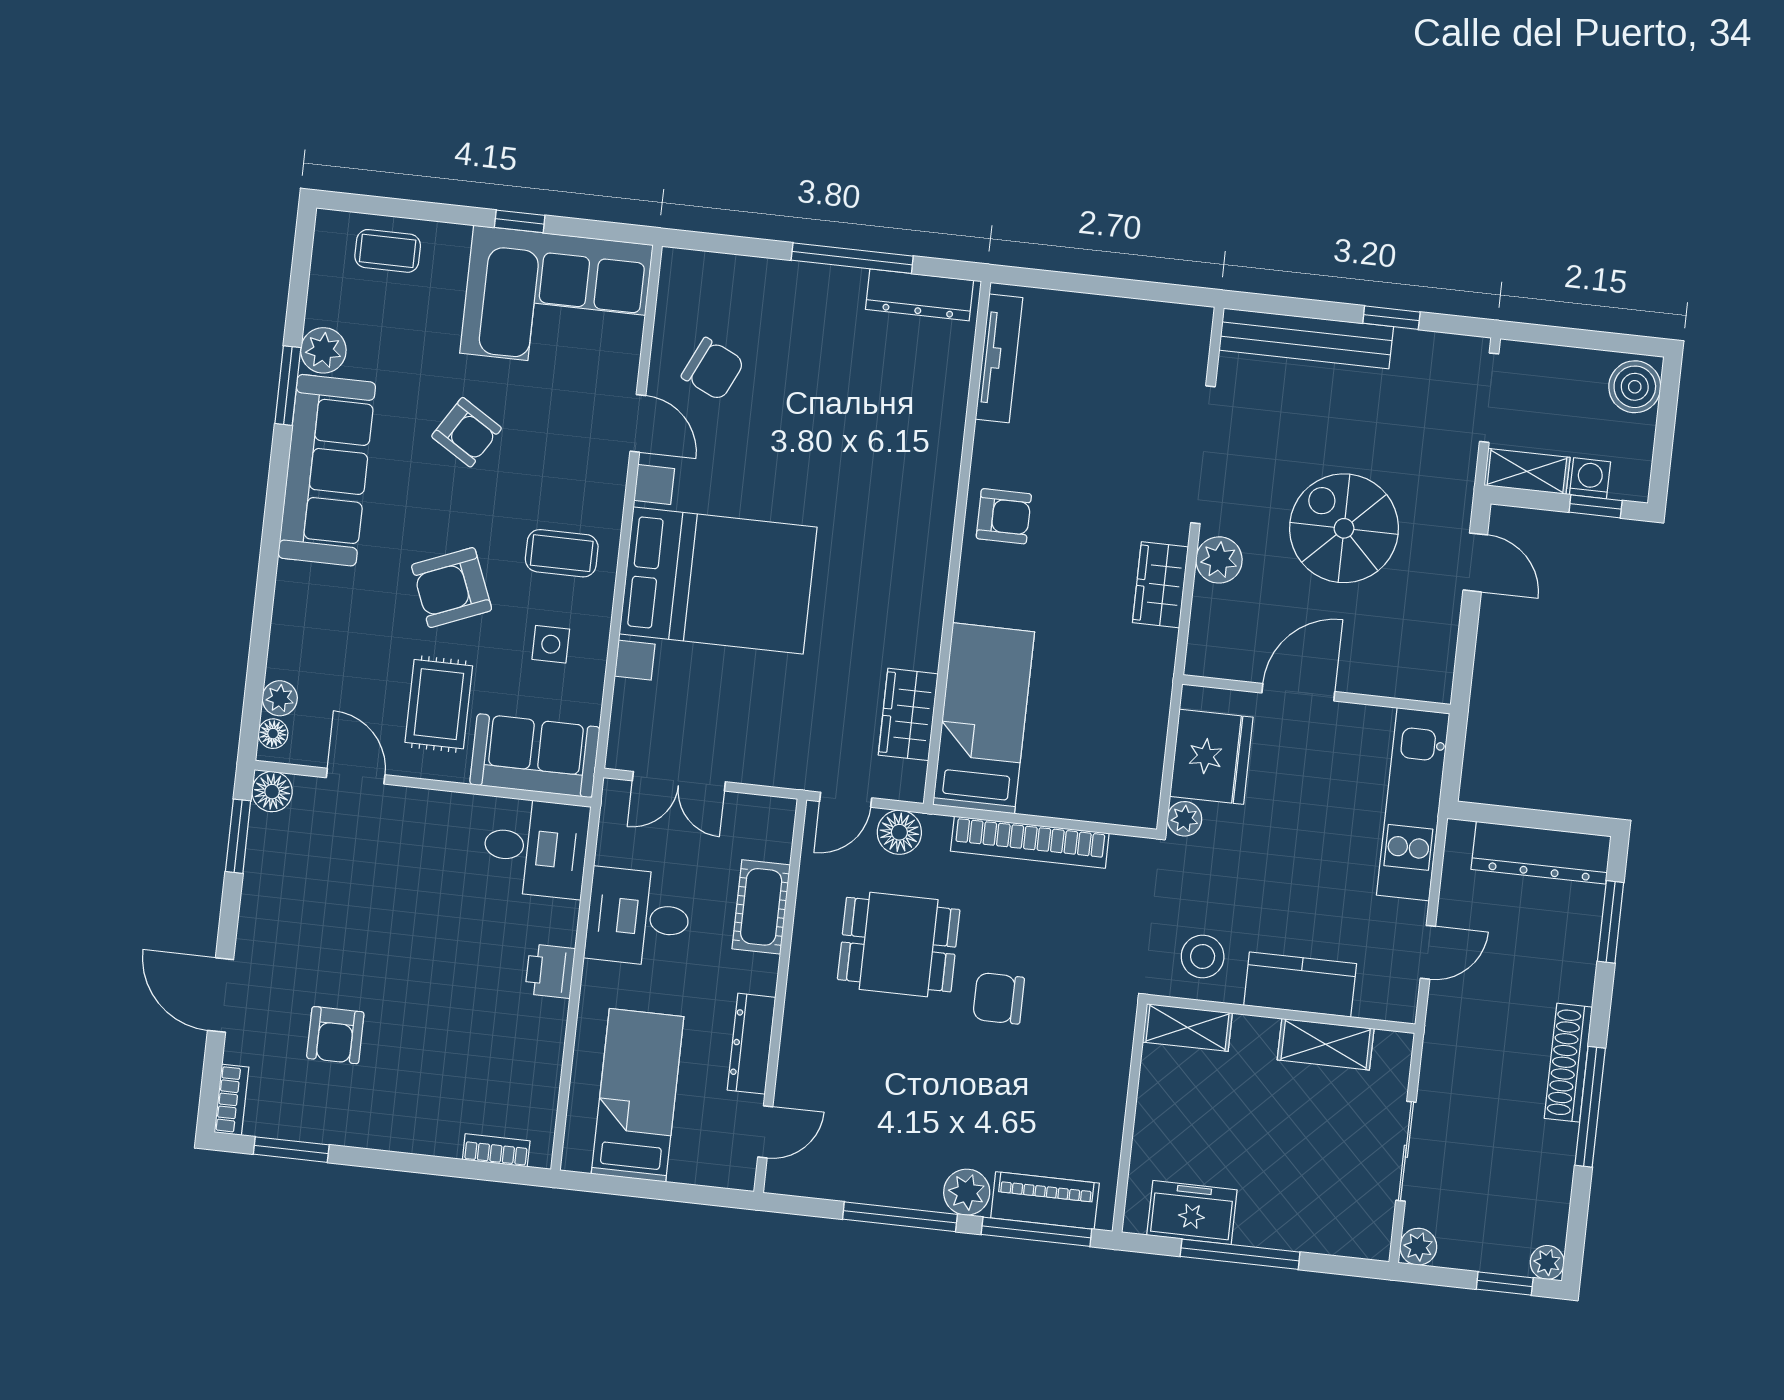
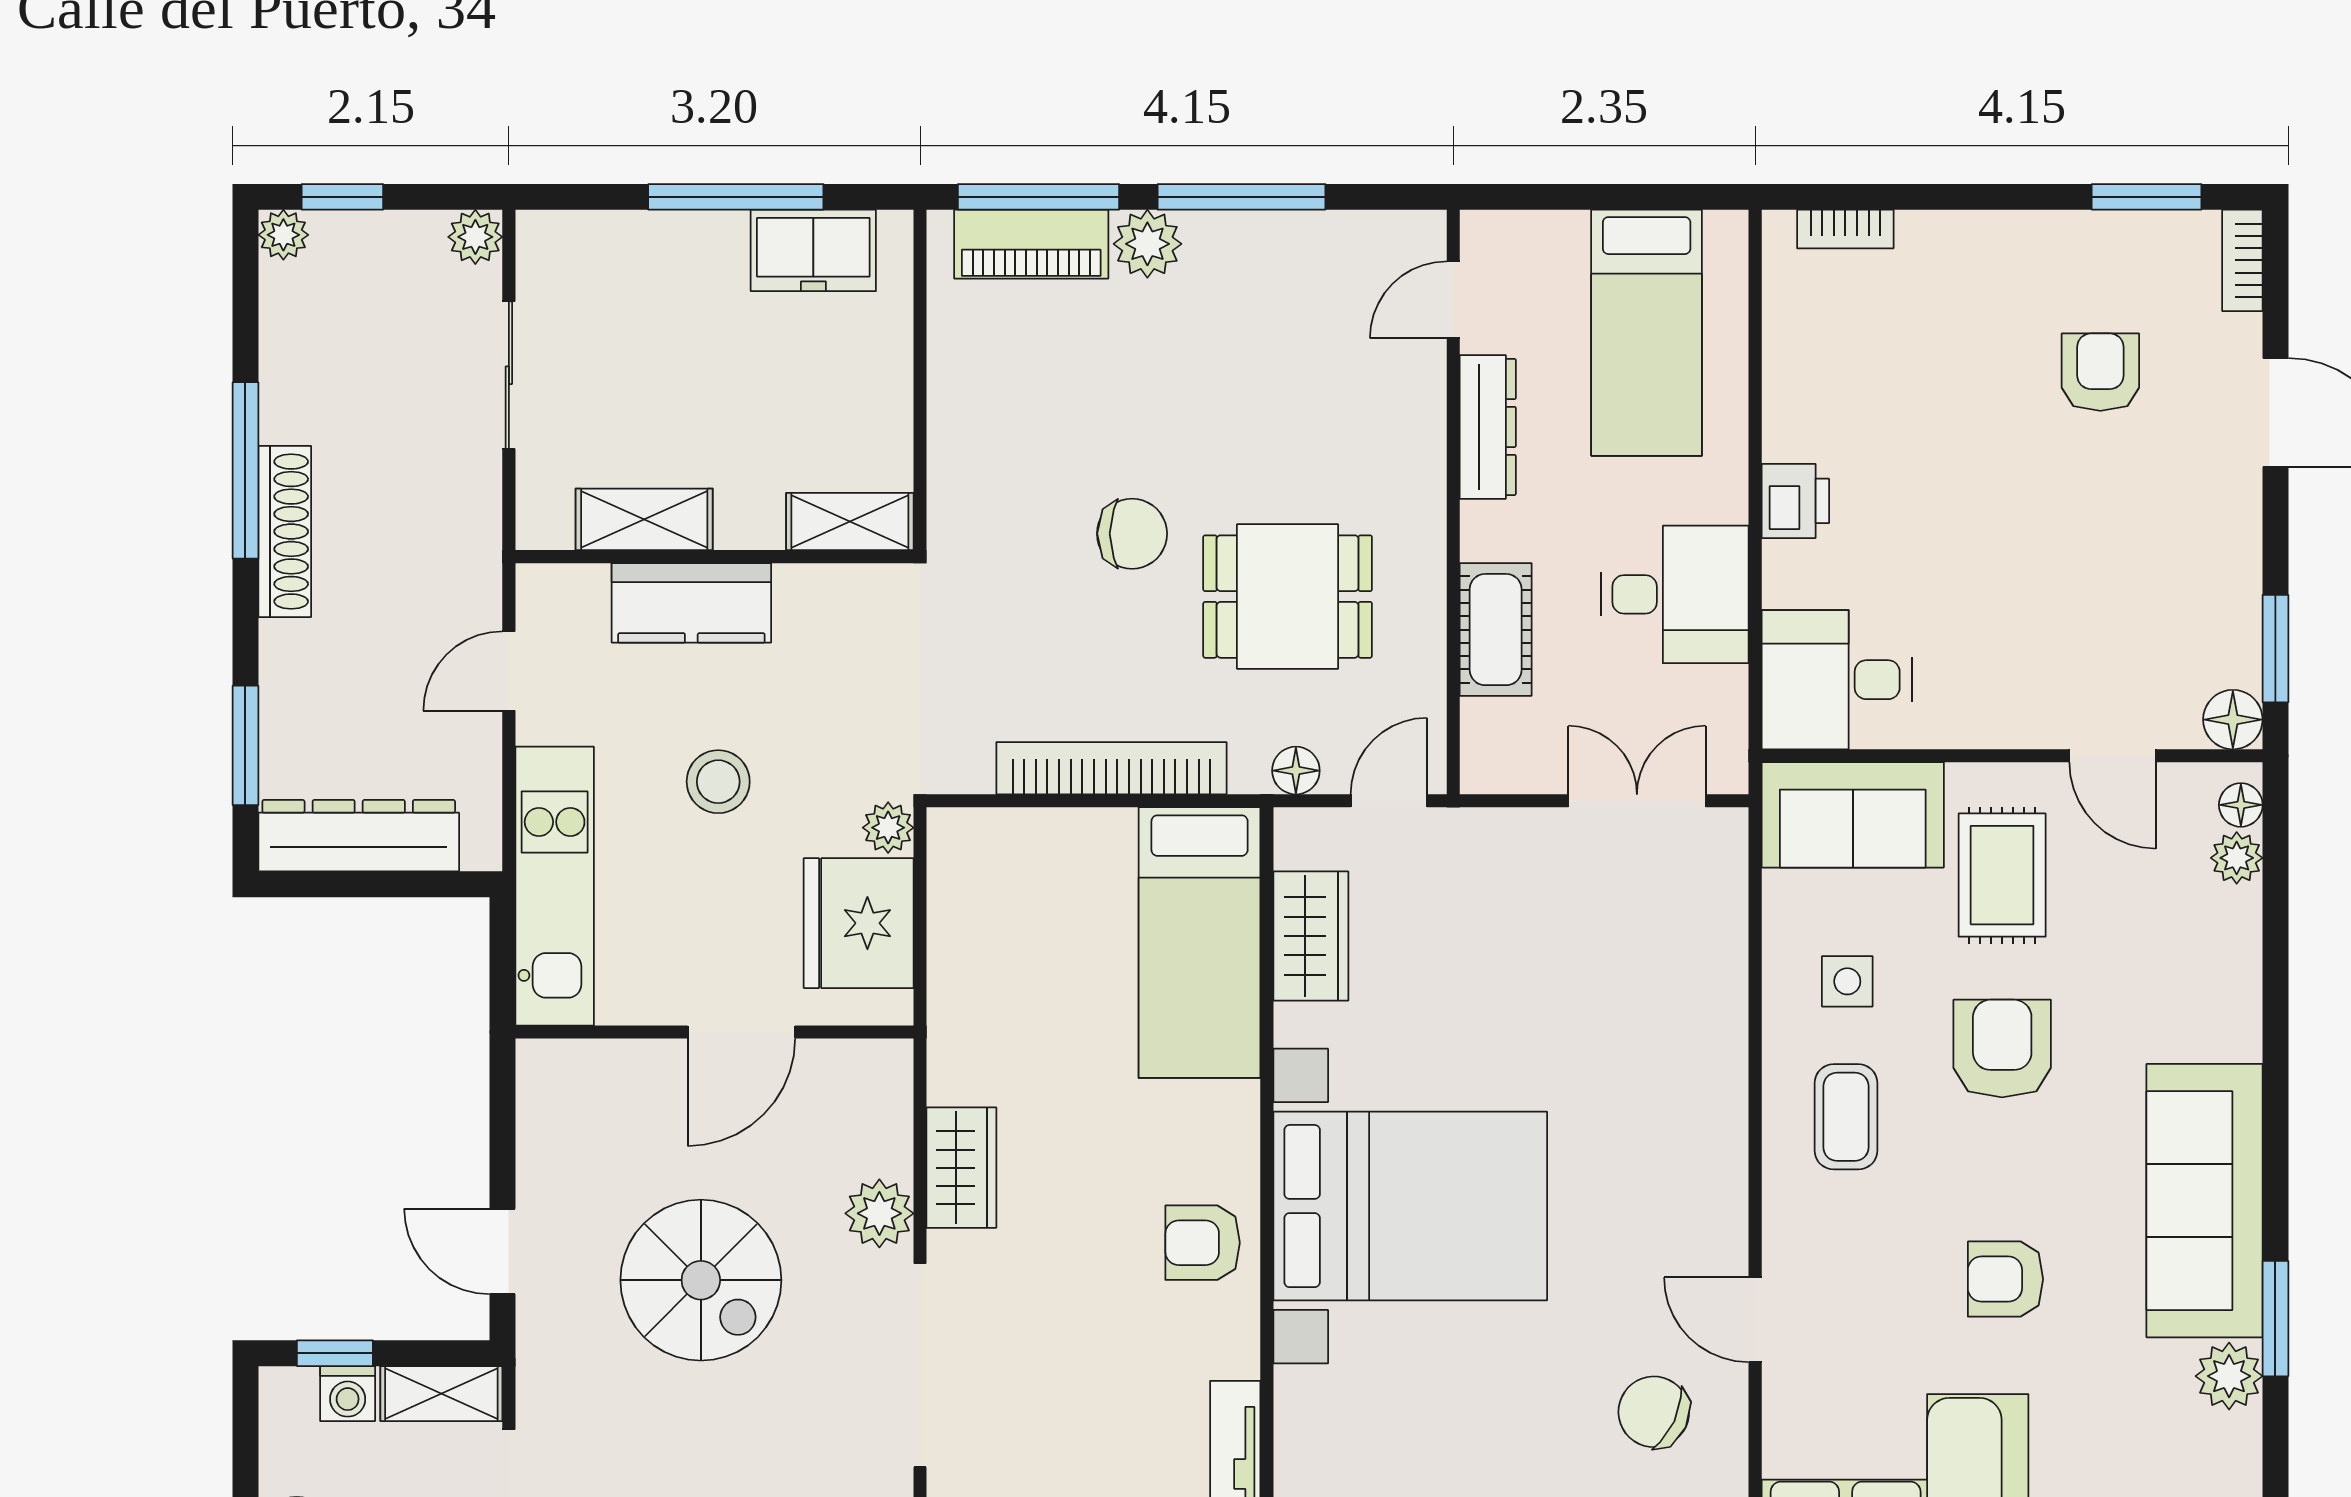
armchair: (467, 432) -> (2005, 1279), turned -32
coffee table: (562, 553) -> (1846, 1117), turned 90
bed with nightstands: (718, 580) -> (1410, 1206), moved, turned 180
armchair: (452, 588) -> (2002, 1048), turned -68
floor lamp: (899, 832) -> (1296, 771), width x0.73, depth x0.73
stool: (1203, 956) -> (718, 782), moved

